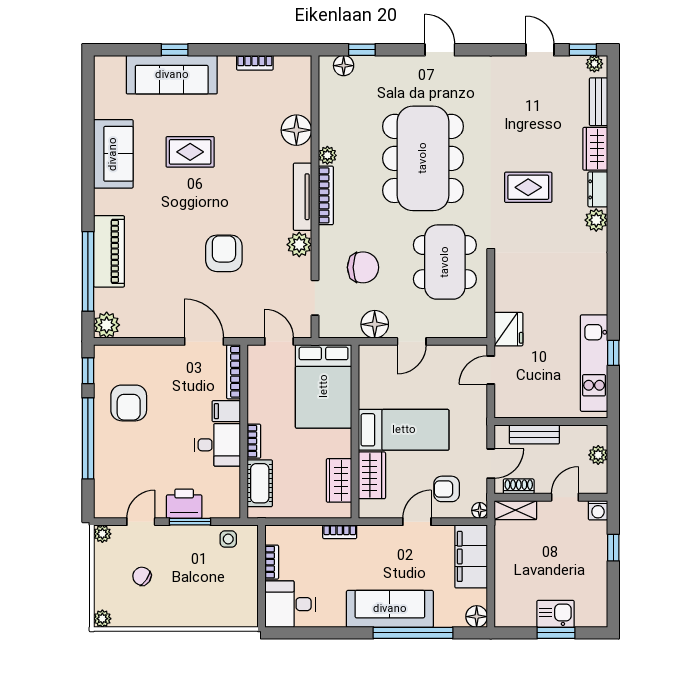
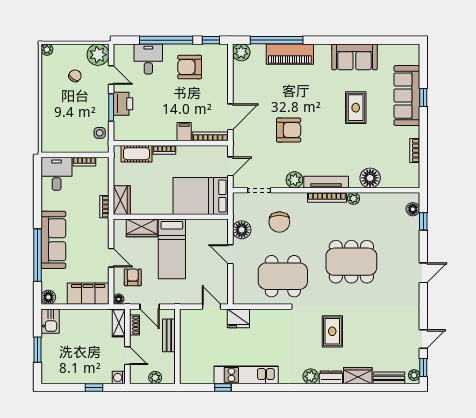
dining table: (423, 158) -> (351, 262), width x0.73, depth x0.80
kitchen unit: (594, 363) -> (246, 375), moved
desk: (217, 445) -> (148, 59), moved, turned 180
wardrobe: (339, 480) -> (122, 200), moved, turned 90
plant: (102, 534) -> (98, 55), width x1.87, depth x1.87
kitchen sink: (555, 614) -> (50, 321), moved

